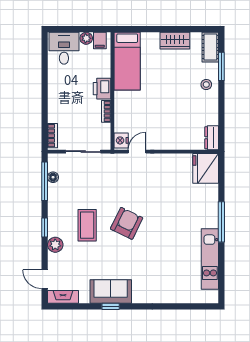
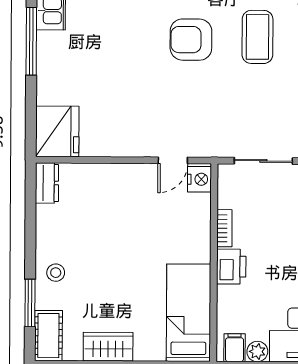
armchair: (127, 223) -> (191, 40), turned 64

